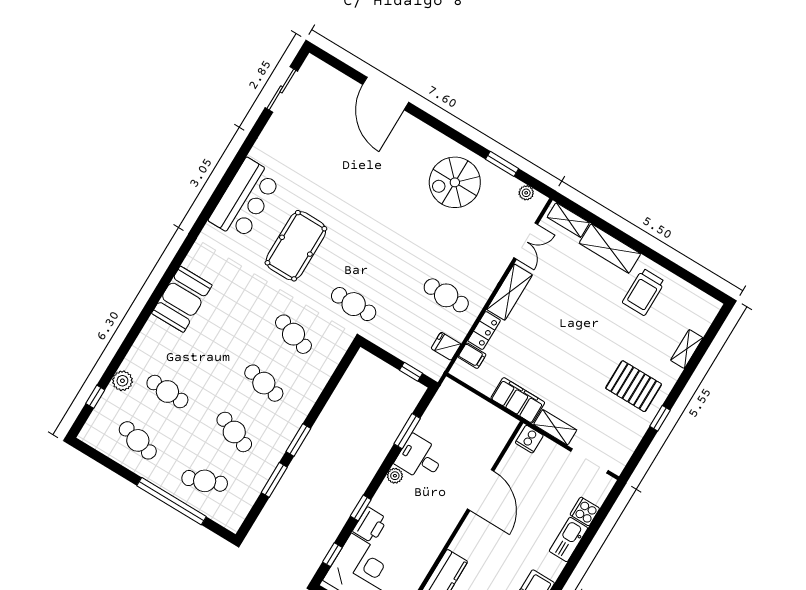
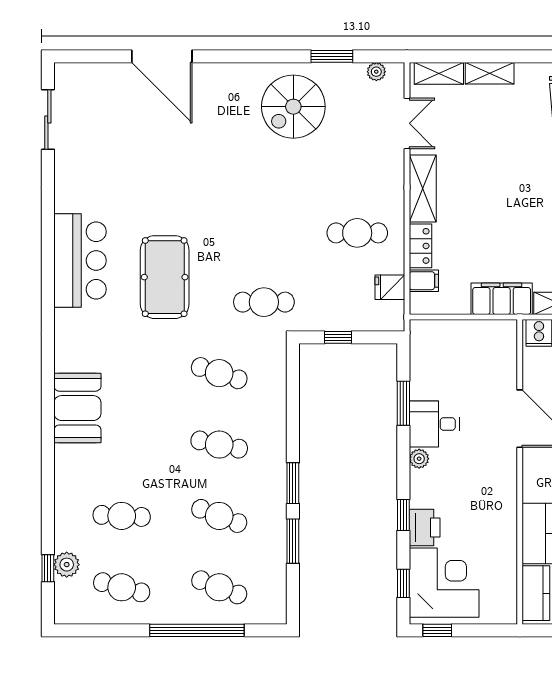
shelving: (610, 249) -> (490, 73), width x0.67, depth x0.75
window: (411, 372) -> (338, 337), moved
plant: (122, 381) -> (67, 565), moved
cafe table: (205, 481) -> (219, 587), turned 42

